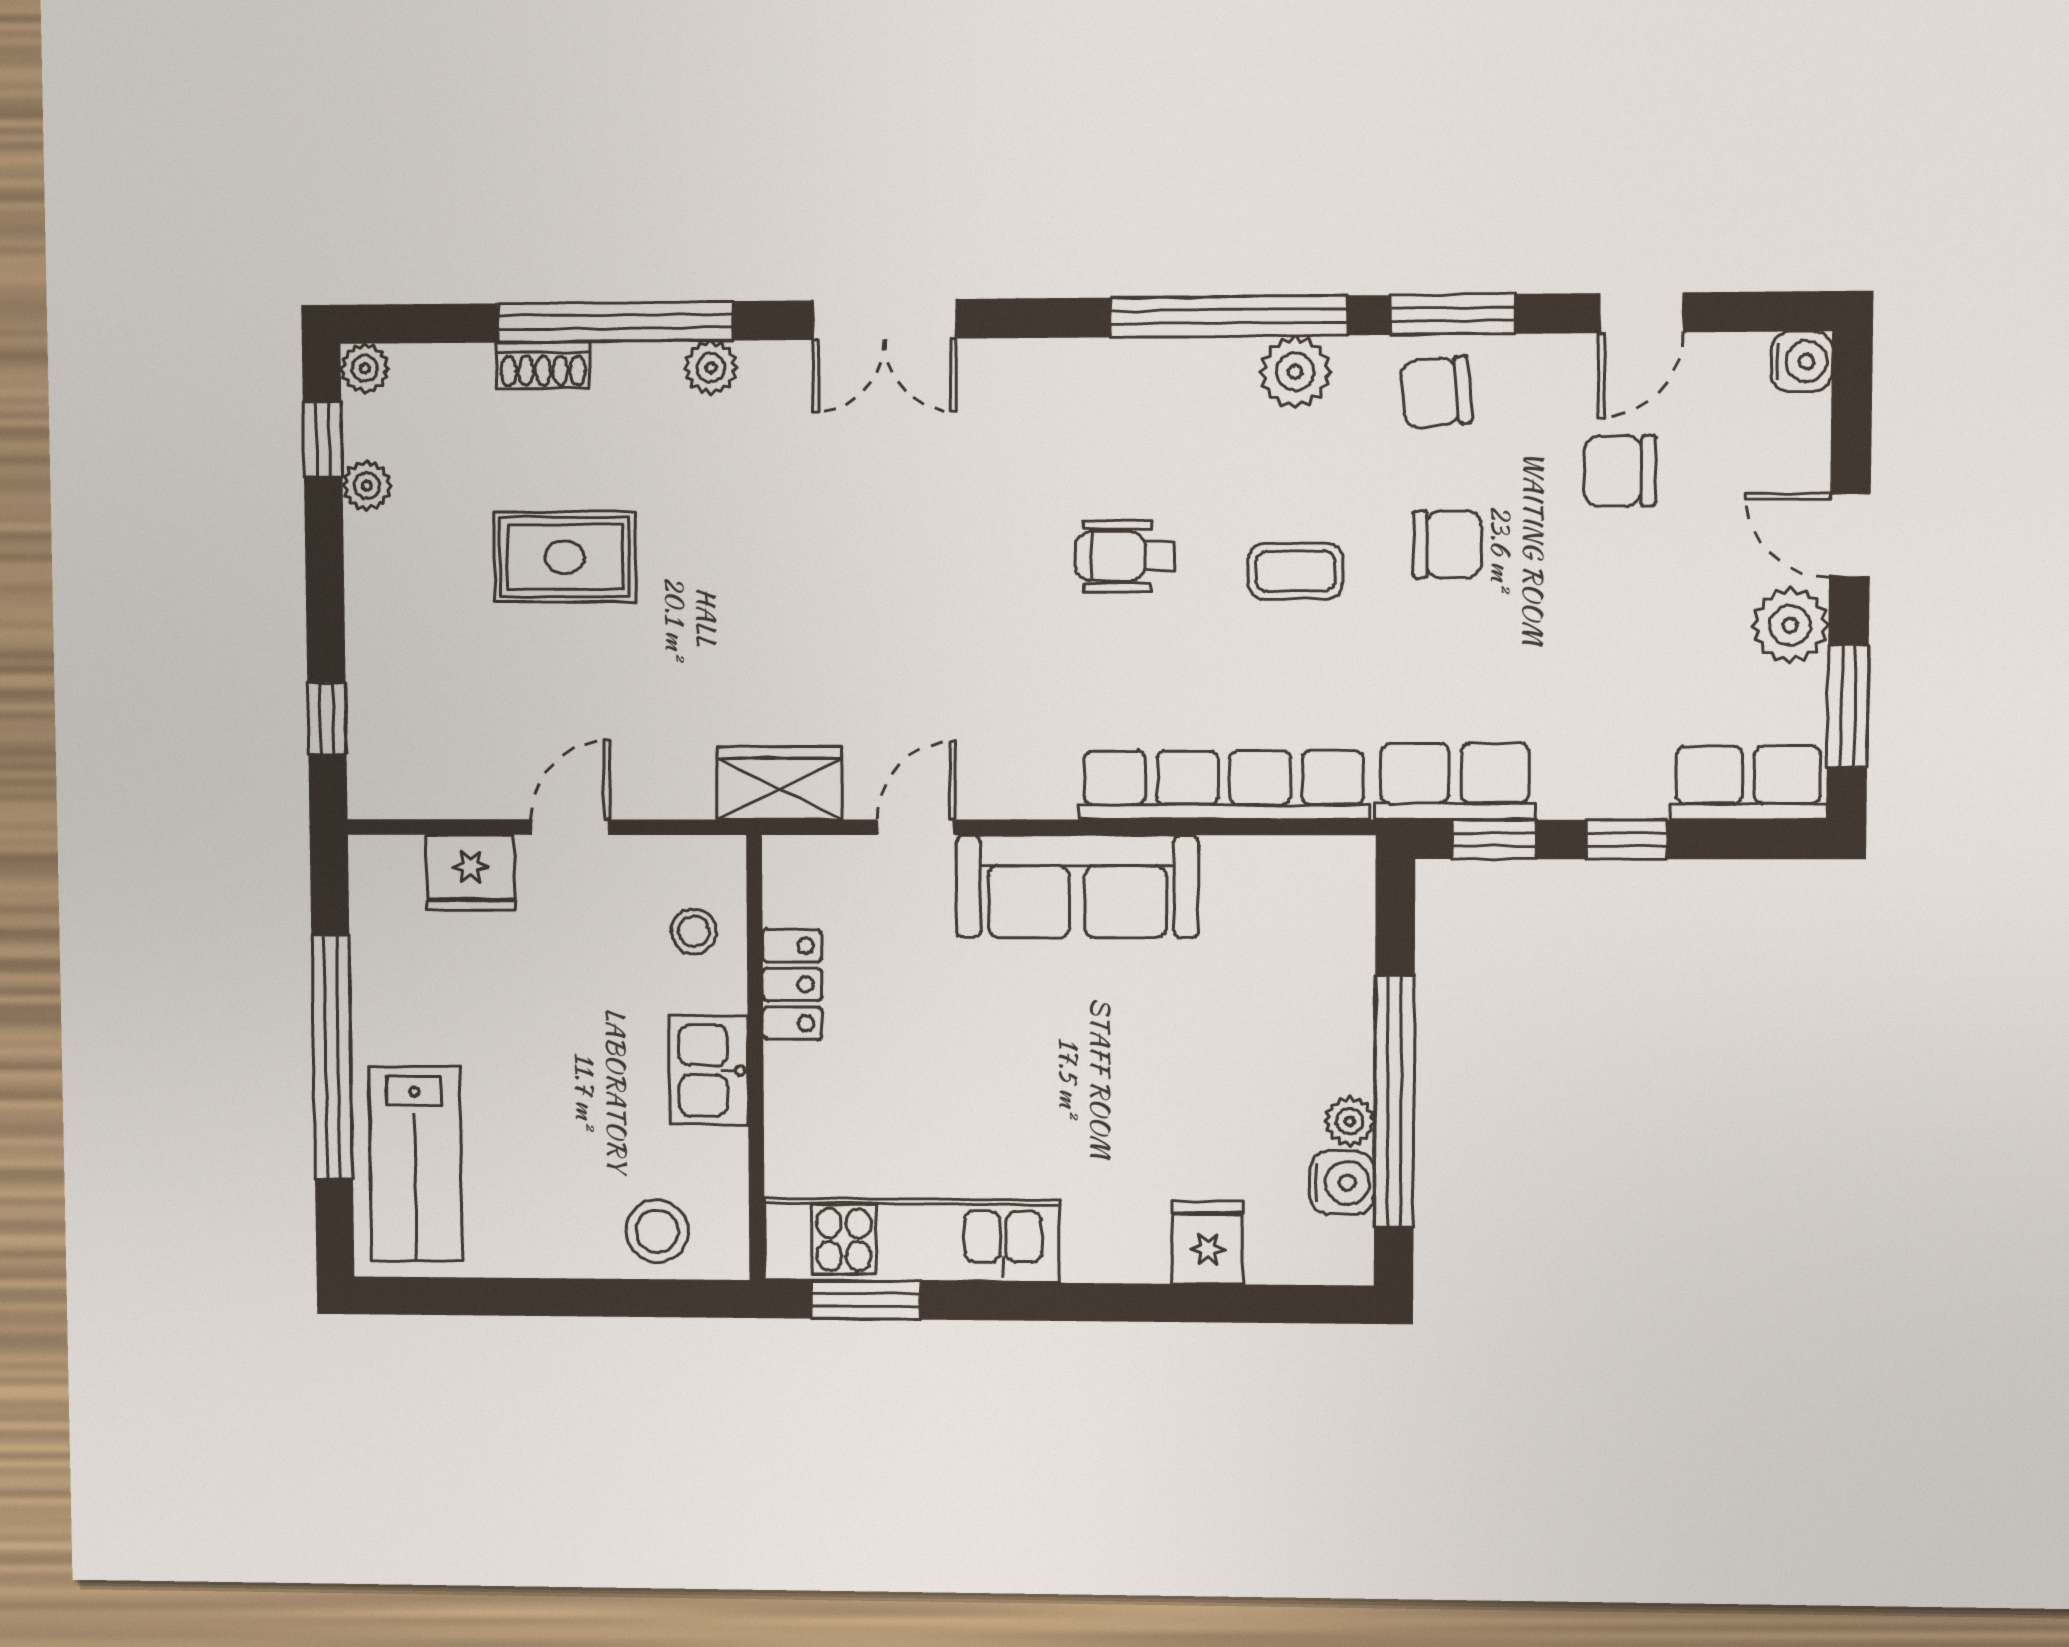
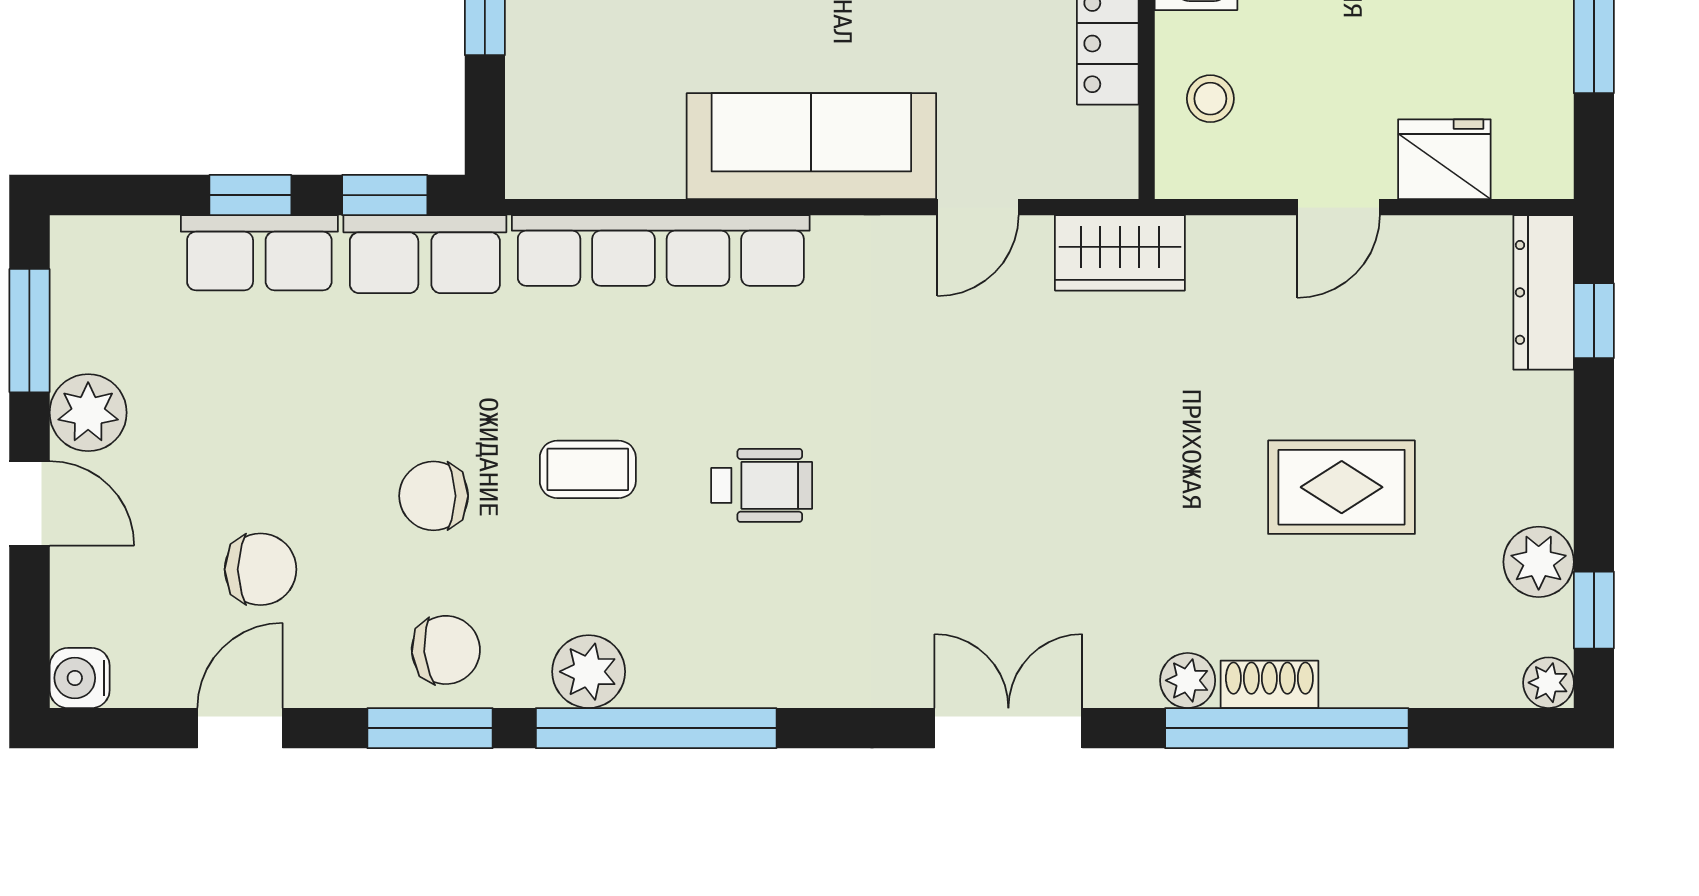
shoe rack: (543, 365) -> (1269, 684), moved
plant: (367, 486) -> (1539, 562), width x1.38, depth x1.38
dresser: (375, 745) -> (1544, 292), added
row of seats: (1748, 783) -> (259, 253), moved

